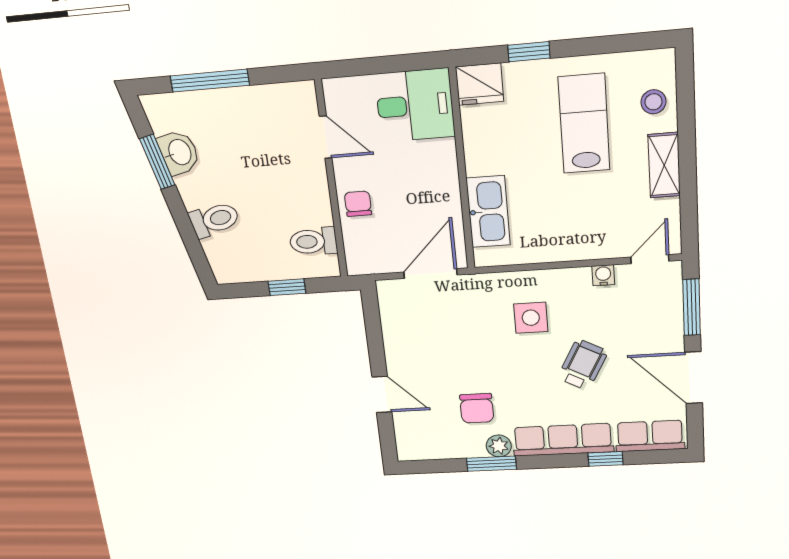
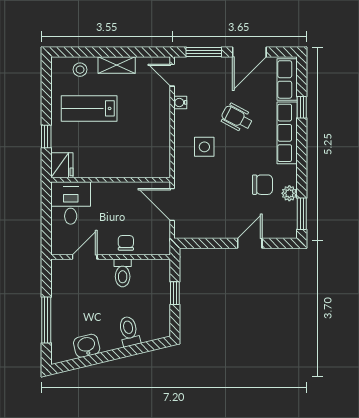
window: (157, 162) -> (91, 360), removed
chair: (358, 204) -> (126, 243), turned 90
kitchen sink: (488, 212) -> (136, 167), removed
toilet: (313, 241) -> (123, 273), moved
plant: (499, 446) -> (289, 193), moved
window: (491, 464) -> (302, 214), moved

